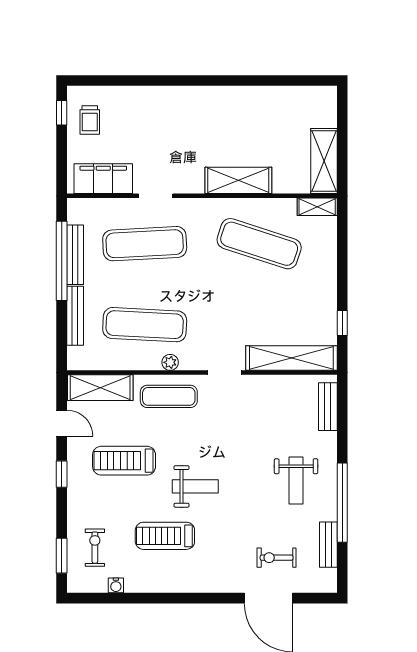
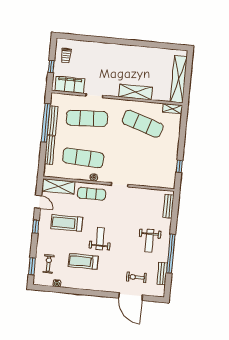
window: (62, 113) -> (51, 67), moved
shelving: (324, 161) -> (179, 79), width x1.47
shelving: (291, 358) -> (153, 181), removed
weight bench: (195, 486) -> (100, 239), turned -90

